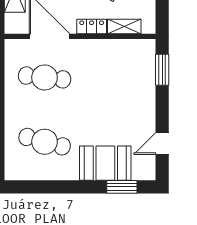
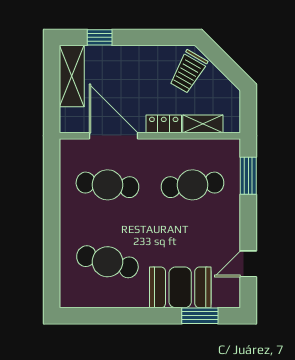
cafe table: (116, 77) -> (192, 185), added

